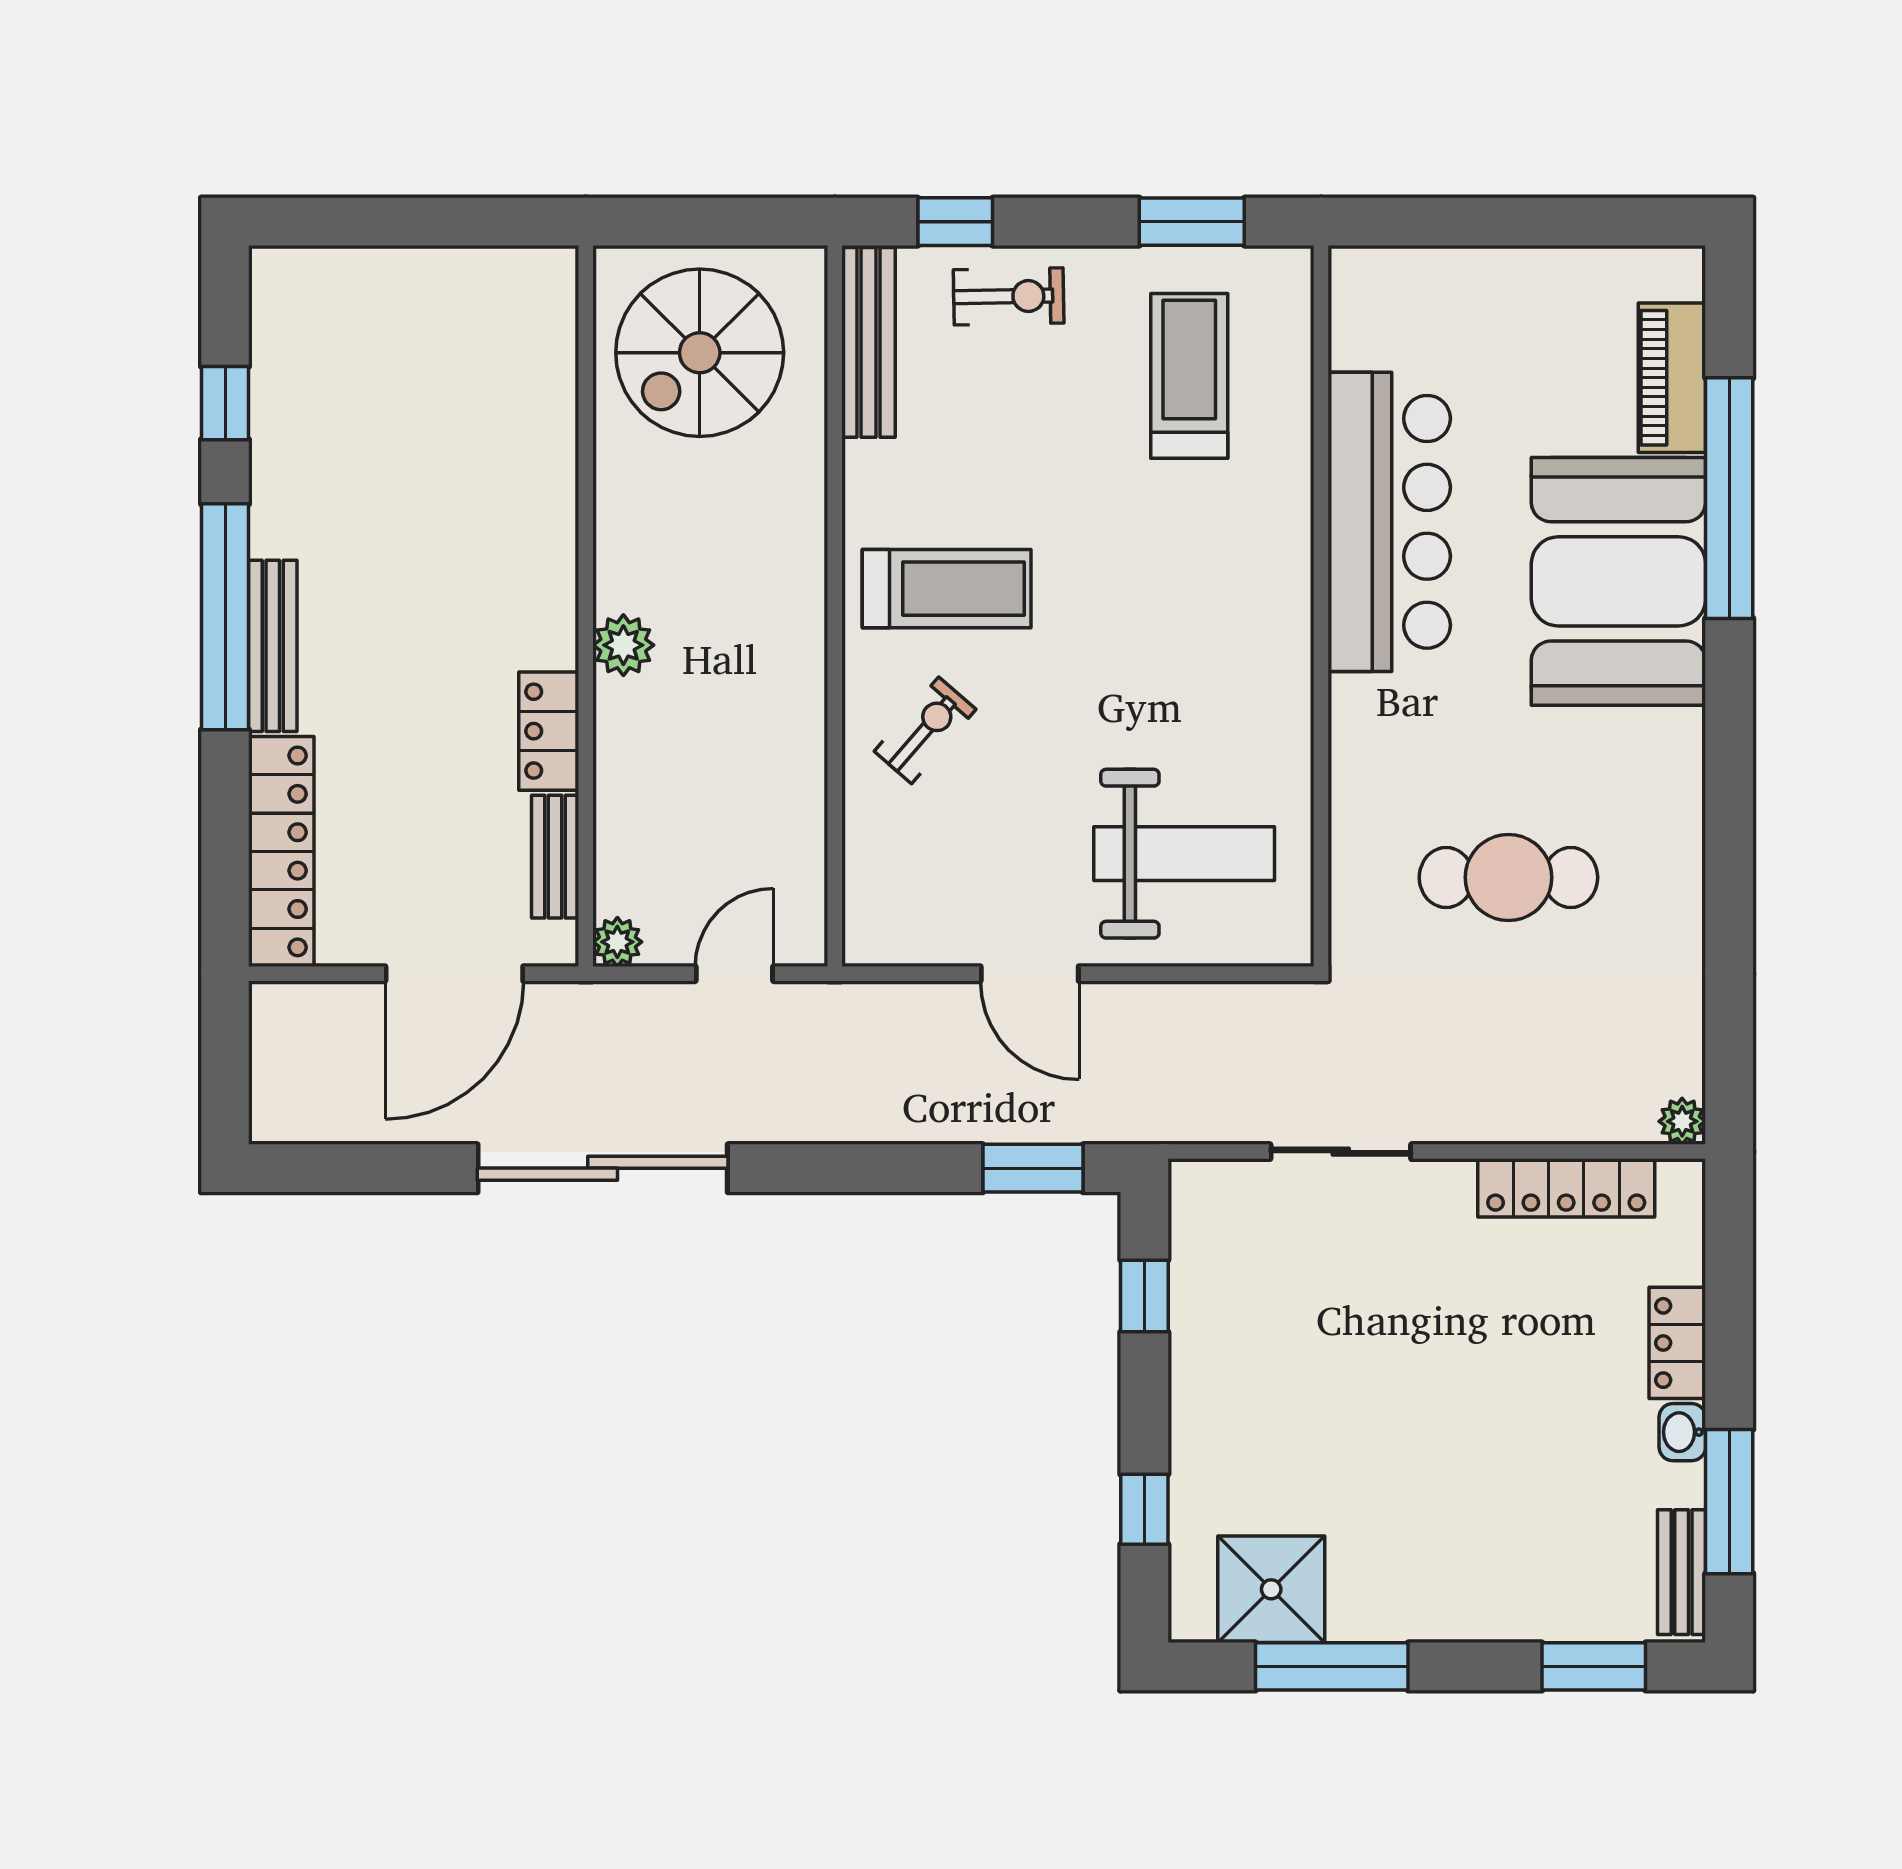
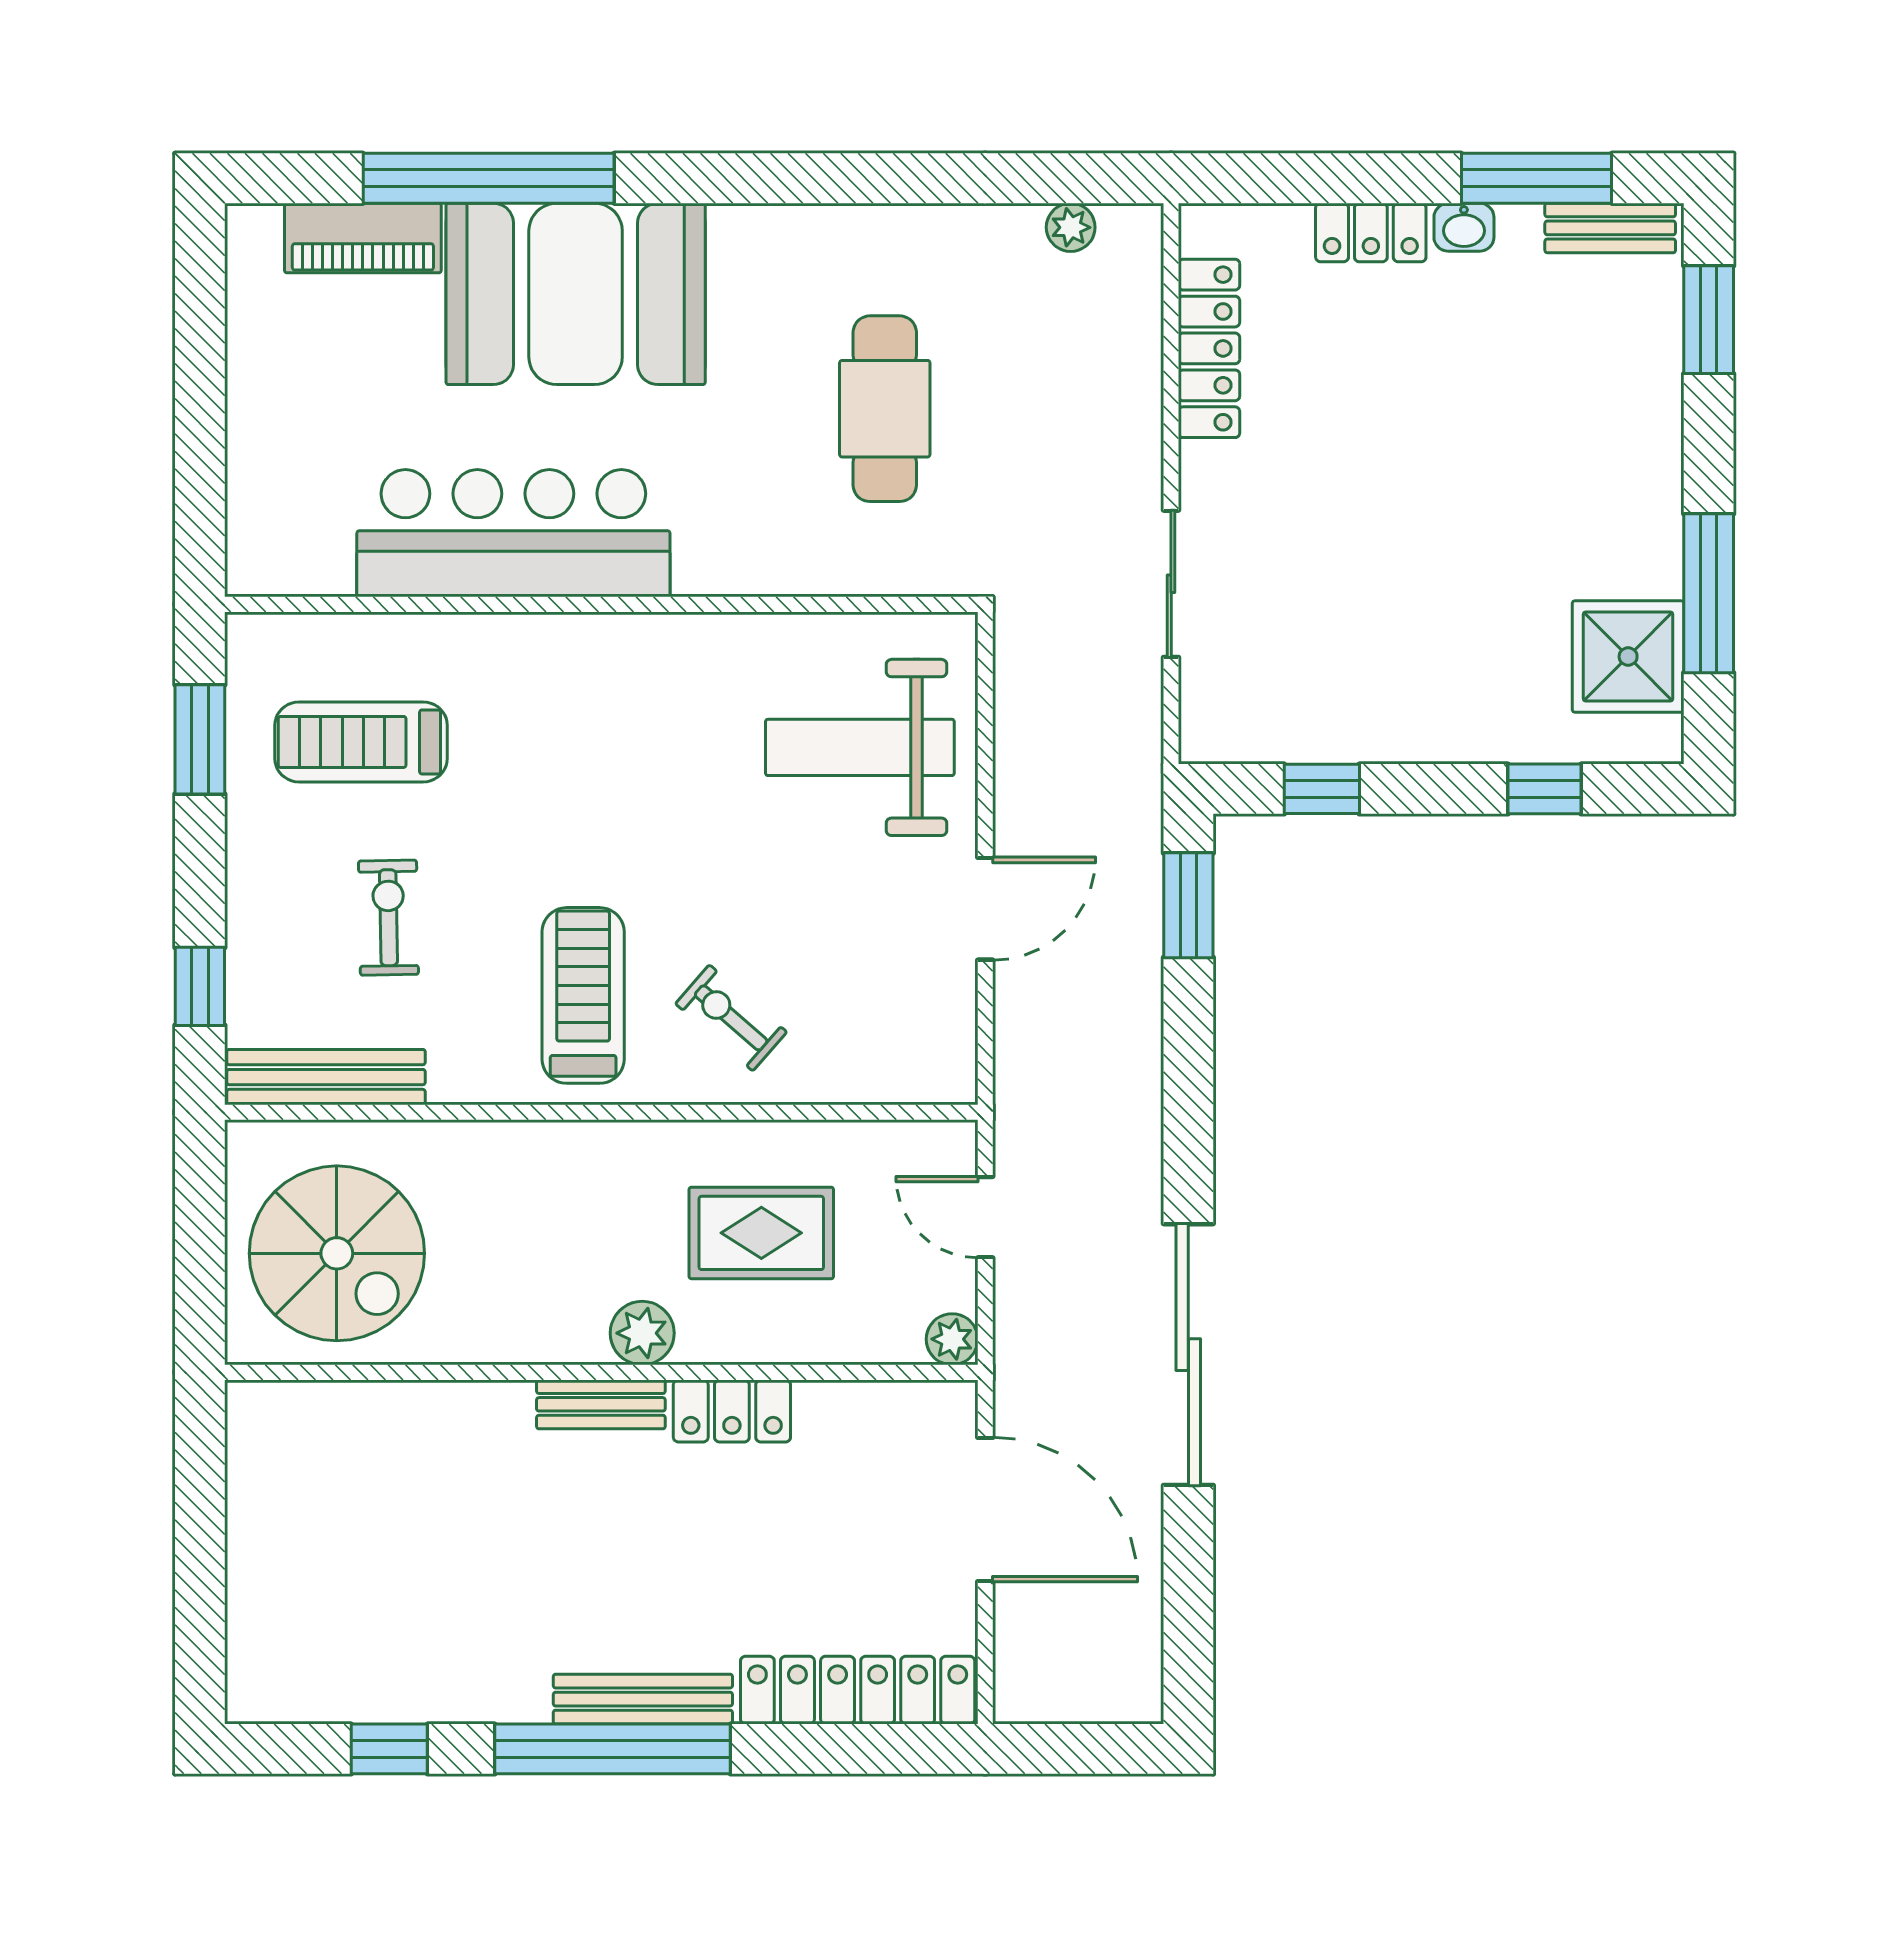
exercise bike: (1009, 296) -> (388, 918), moved
rug: (719, 759) -> (761, 1233), added
weight bench: (1184, 854) -> (860, 747), turned -90
bench: (555, 857) -> (601, 1404), moved
plant: (1682, 1121) -> (1071, 227), moved

